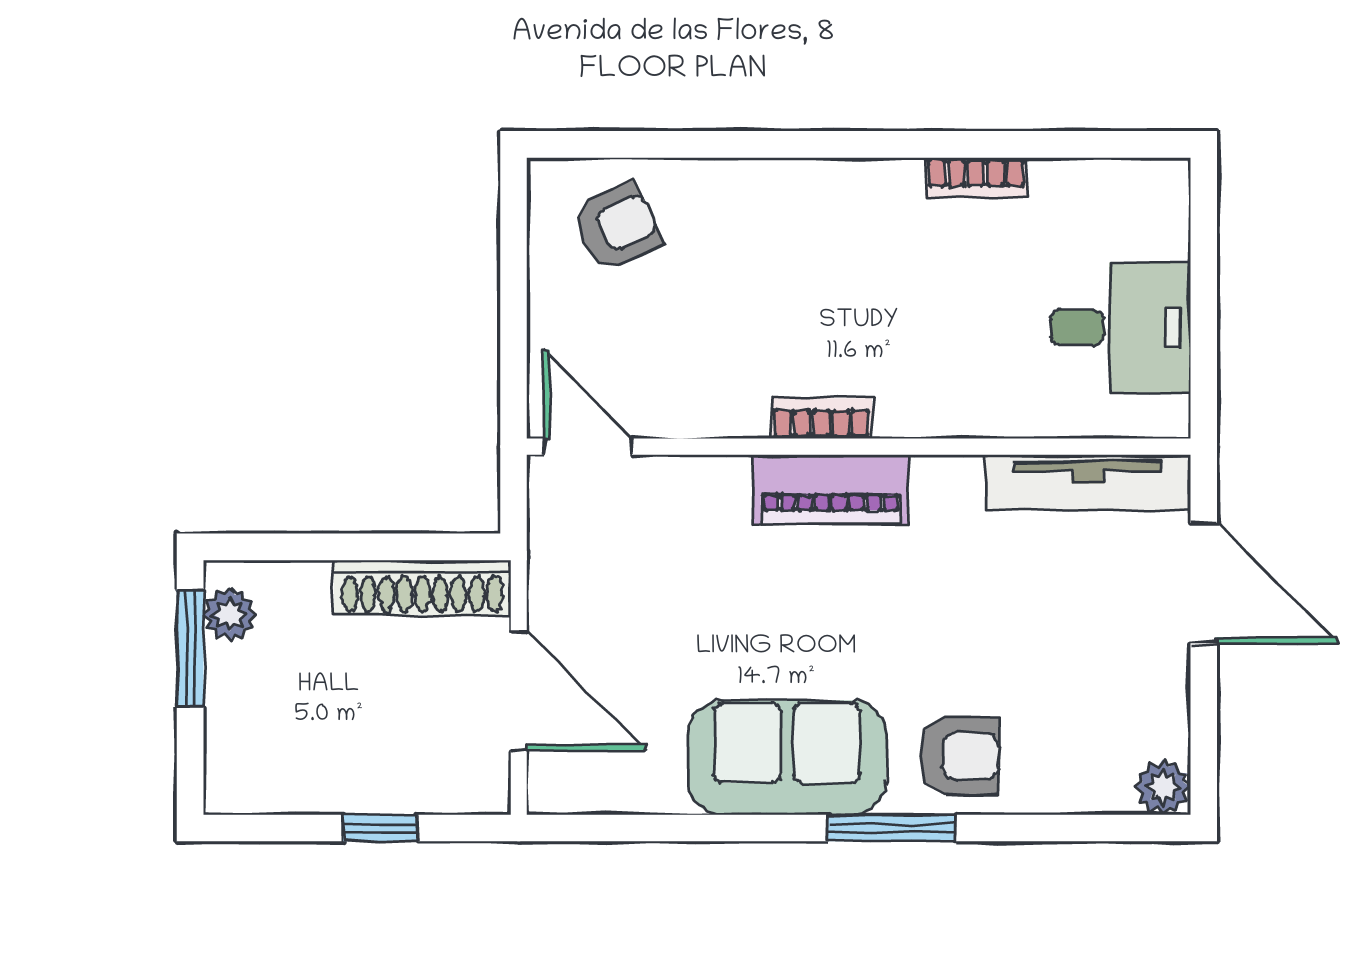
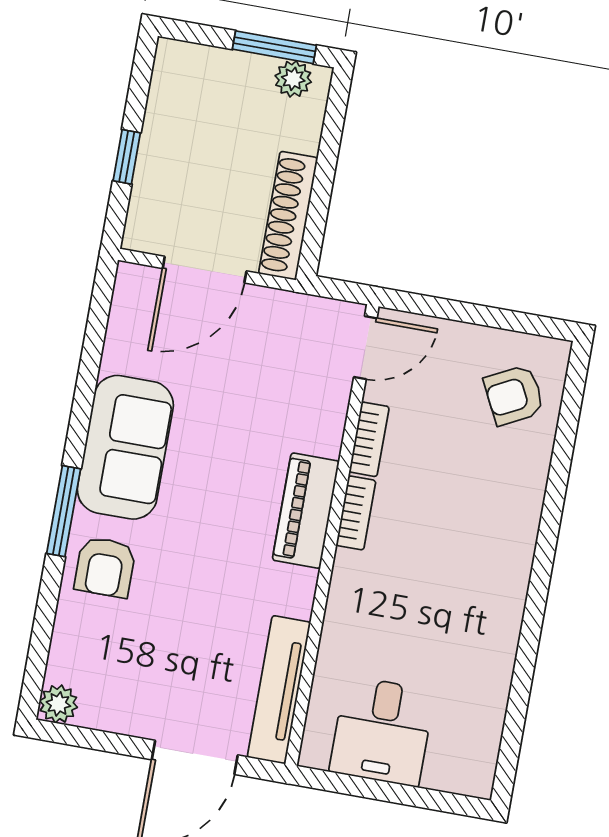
bookcase: (976, 178) -> (369, 439), moved, turned 180
armchair: (617, 227) -> (514, 395), turned 88

